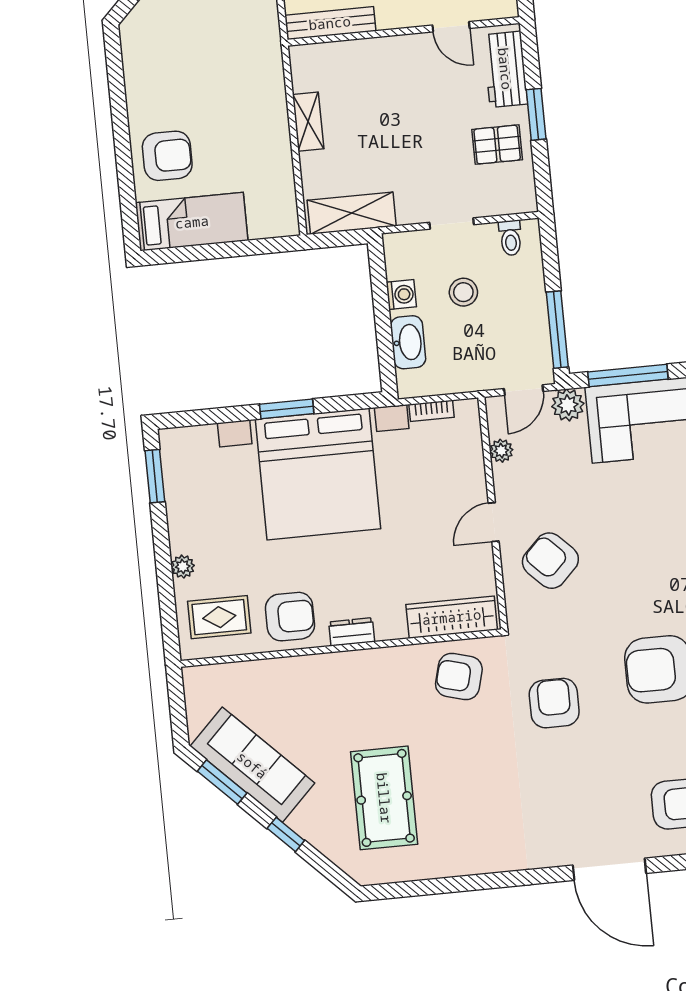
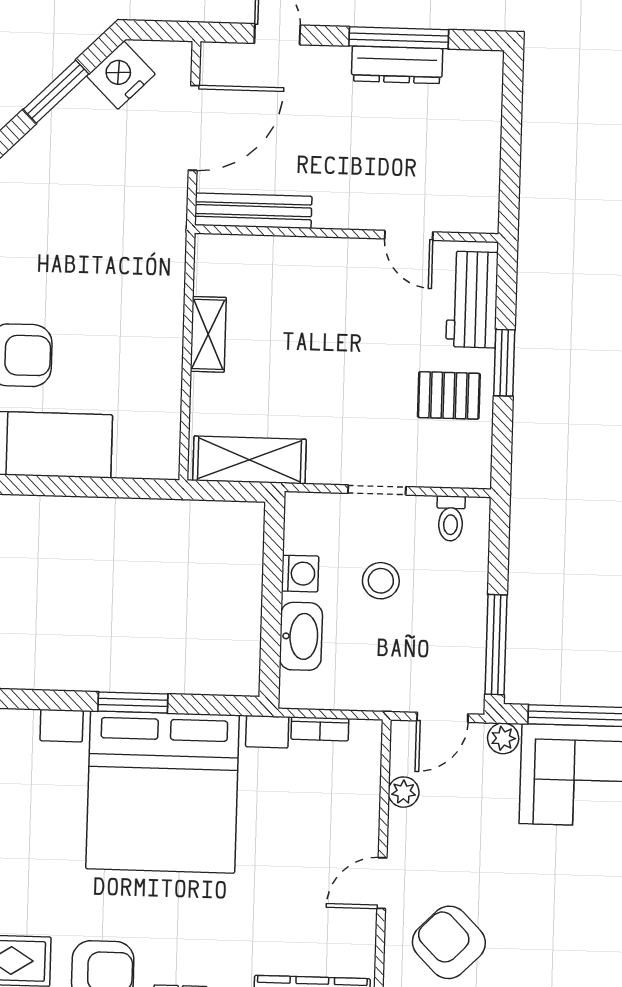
plant: (568, 405) -> (503, 738), width x0.73, depth x0.73

